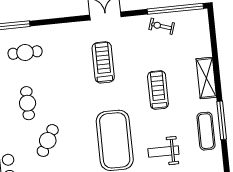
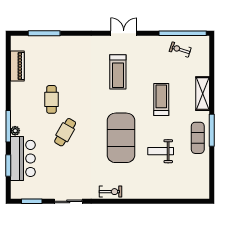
exercise bike: (162, 26) -> (180, 50), moved
cafe table: (25, 53) -> (54, 57), removed
treadmill: (103, 62) -> (118, 72), turned 180

